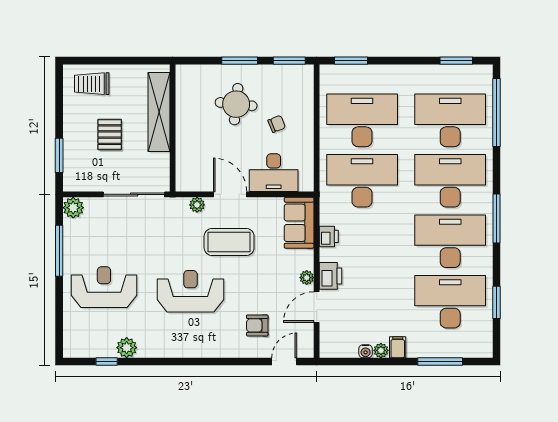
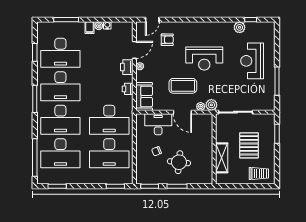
shelving: (159, 112) -> (222, 158), width x0.68
pallet: (110, 135) -> (249, 145), width x1.50, depth x1.42
plant: (73, 208) -> (211, 105), moved
reception desk: (104, 287) -> (252, 61), turned 90

